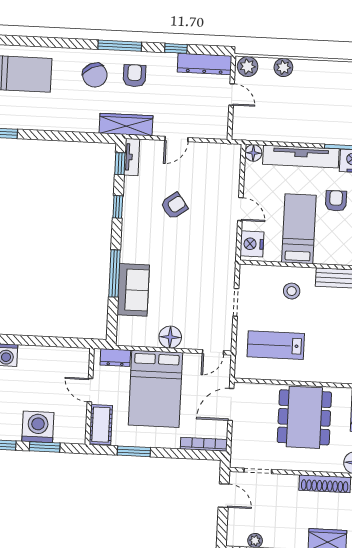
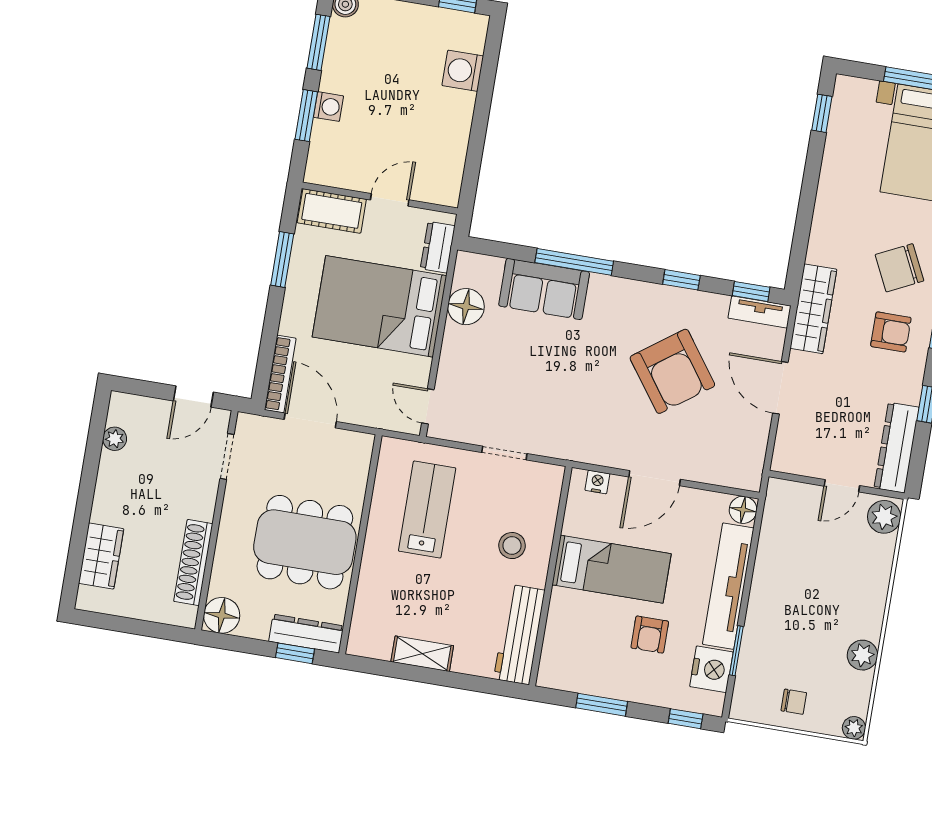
plant: (283, 67) -> (862, 655), moved
door: (176, 139) -> (780, 388), width x1.38
armchair: (336, 201) -> (650, 635), turned 90
armchair: (174, 206) -> (672, 371), width x1.88, depth x1.88
door: (240, 209) -> (655, 478), width x1.38
nightstand: (252, 244) -> (597, 482), width x0.53, depth x0.56
floor lamp: (170, 337) -> (466, 307), moved
door: (231, 404) -> (310, 421), moved
washing machine: (38, 427) -> (329, 107), width x0.53, depth x0.53

